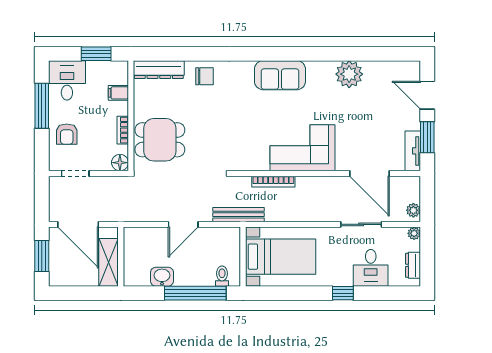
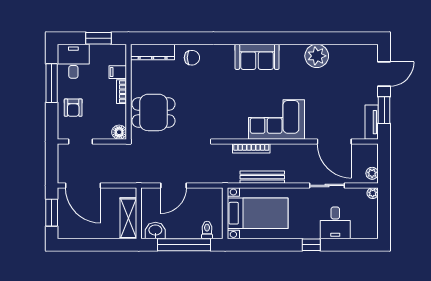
door: (427, 95) -> (384, 74), swing flipped
bookcase: (123, 130) -> (122, 92), moved
bench: (239, 215) -> (262, 177), moved
wall: (121, 257) -> (139, 213), moved
shelving: (109, 262) -> (128, 218), moved
dresser: (413, 265) -> (372, 221), removed

